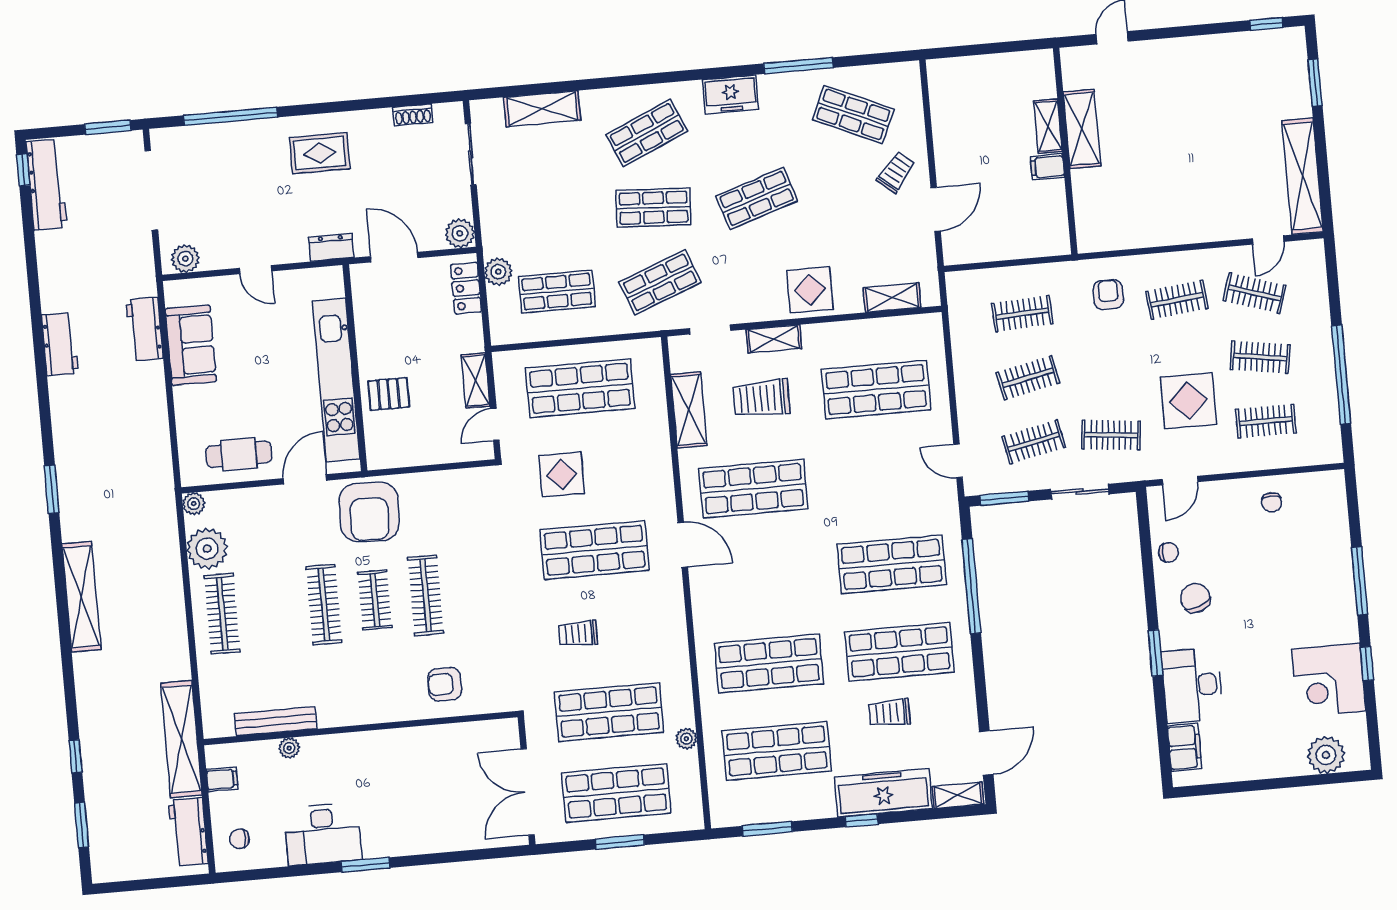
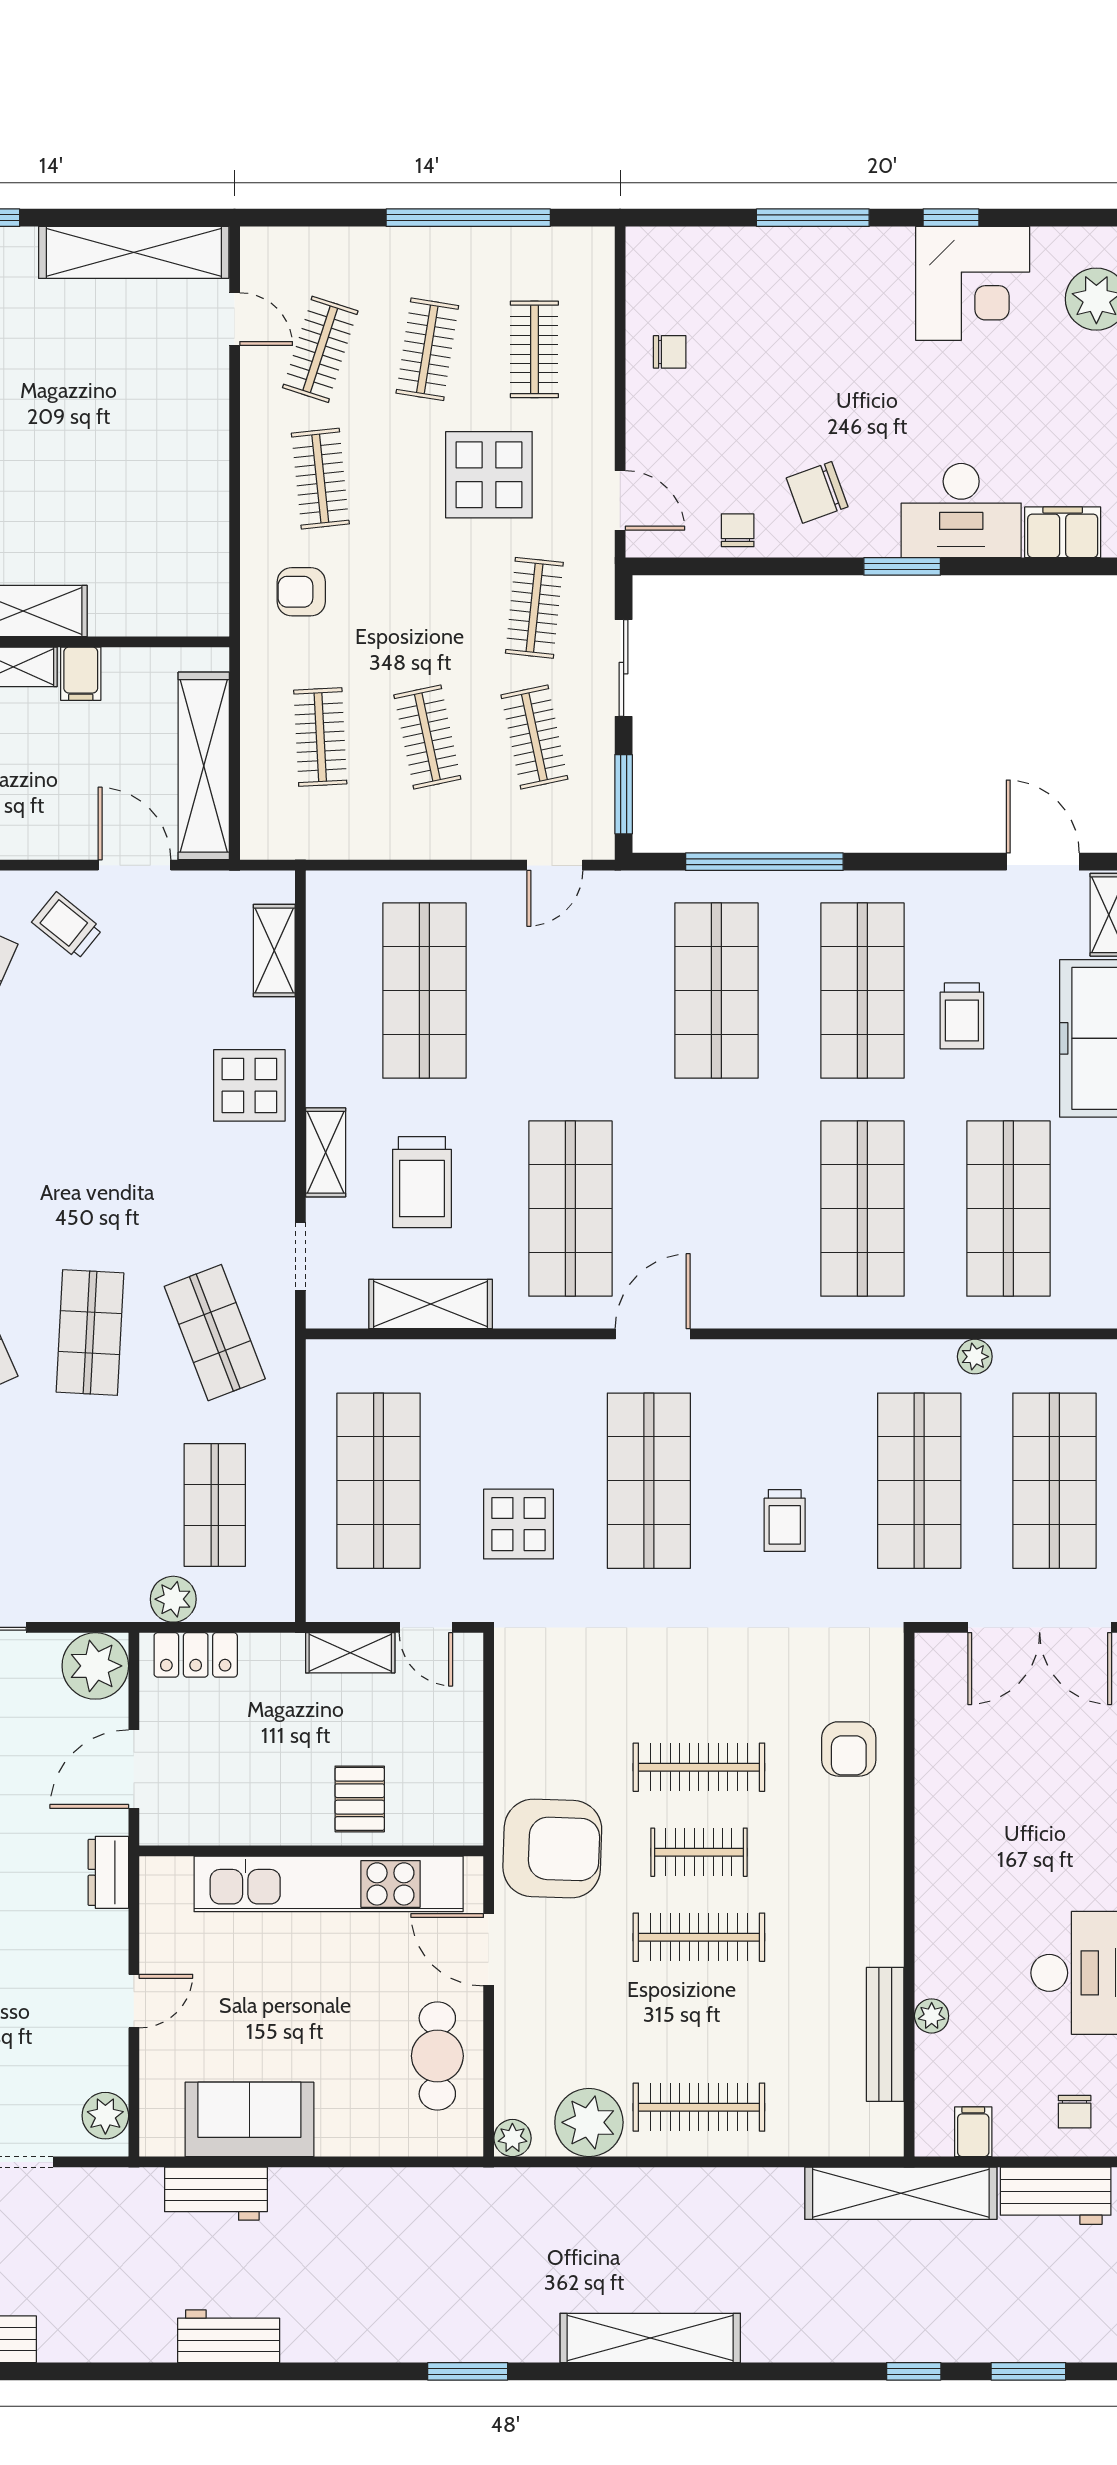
shop shelf: (757, 198) -> (90, 1160), removed
plant: (460, 233) -> (95, 1666), width x1.36, depth x1.36
shelving: (999, 245) -> (204, 766), added

